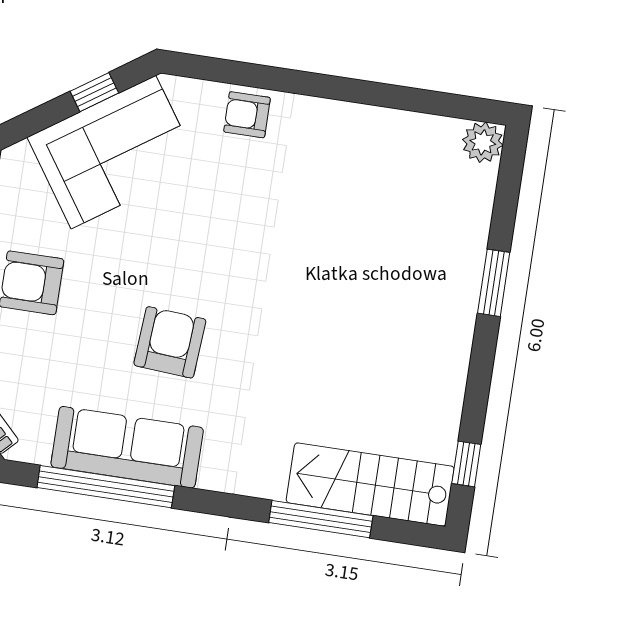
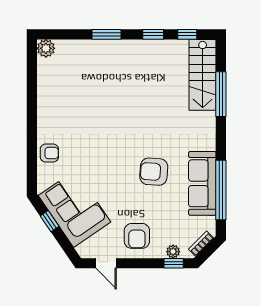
armchair: (247, 115) -> (49, 153), turned -90
window: (478, 387) -> (153, 34), added

